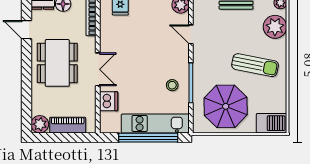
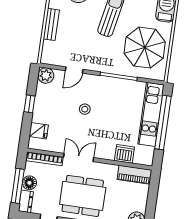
double door: (98, 69) -> (79, 157), moved
stool: (172, 85) -> (85, 109), moved
piano: (68, 125) -> (134, 175), moved, turned -90

